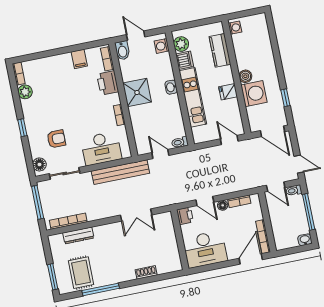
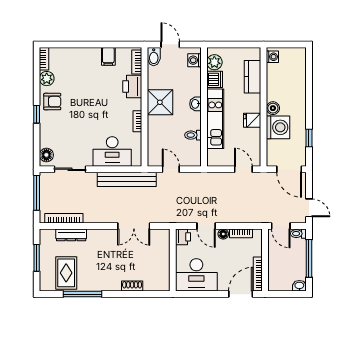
armchair: (56, 139) -> (52, 102), moved
toilet: (180, 142) -> (193, 135), moved
window: (53, 277) -> (37, 258), moved

